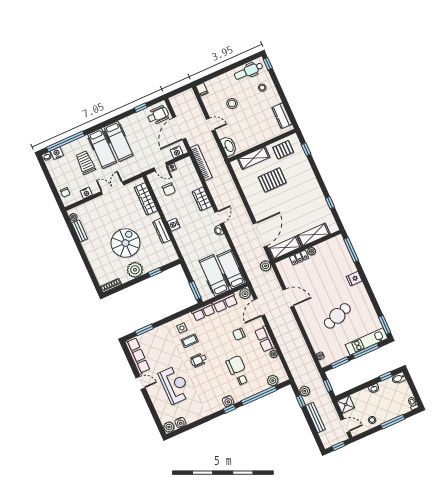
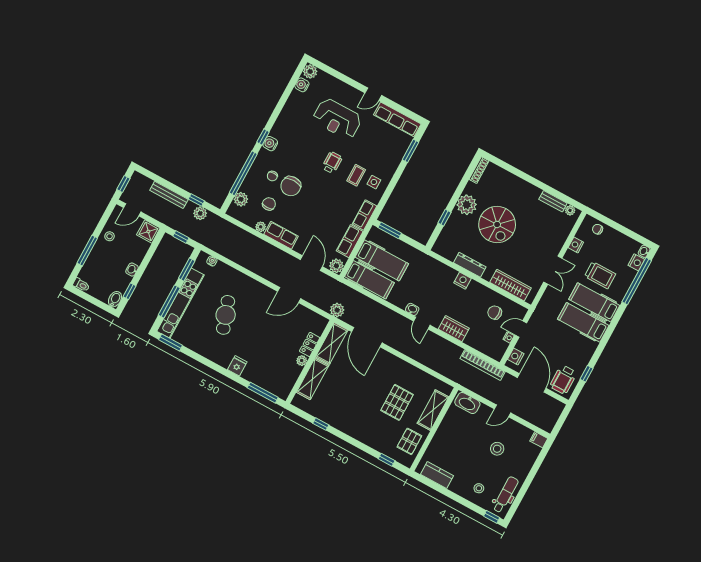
chair: (239, 334) -> (269, 204), moved
kitchen unit: (367, 342) -> (181, 303), width x1.36

